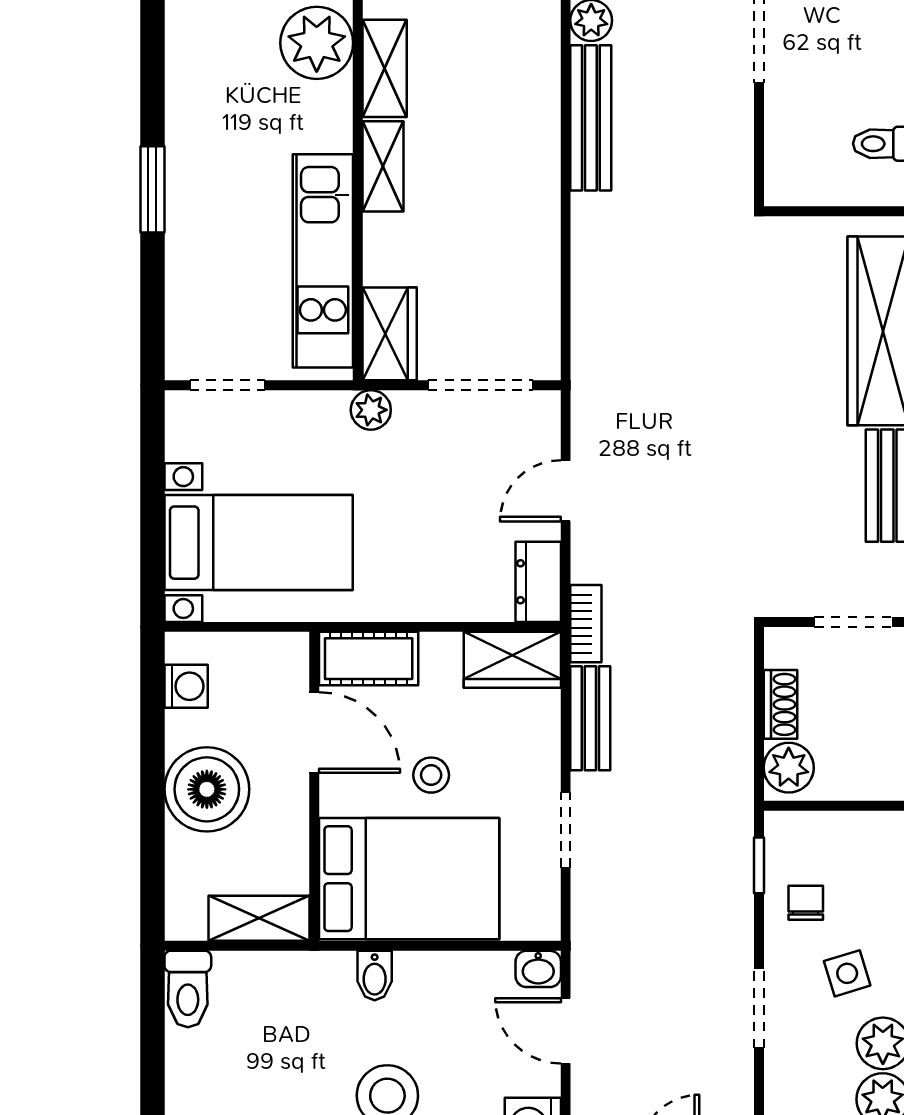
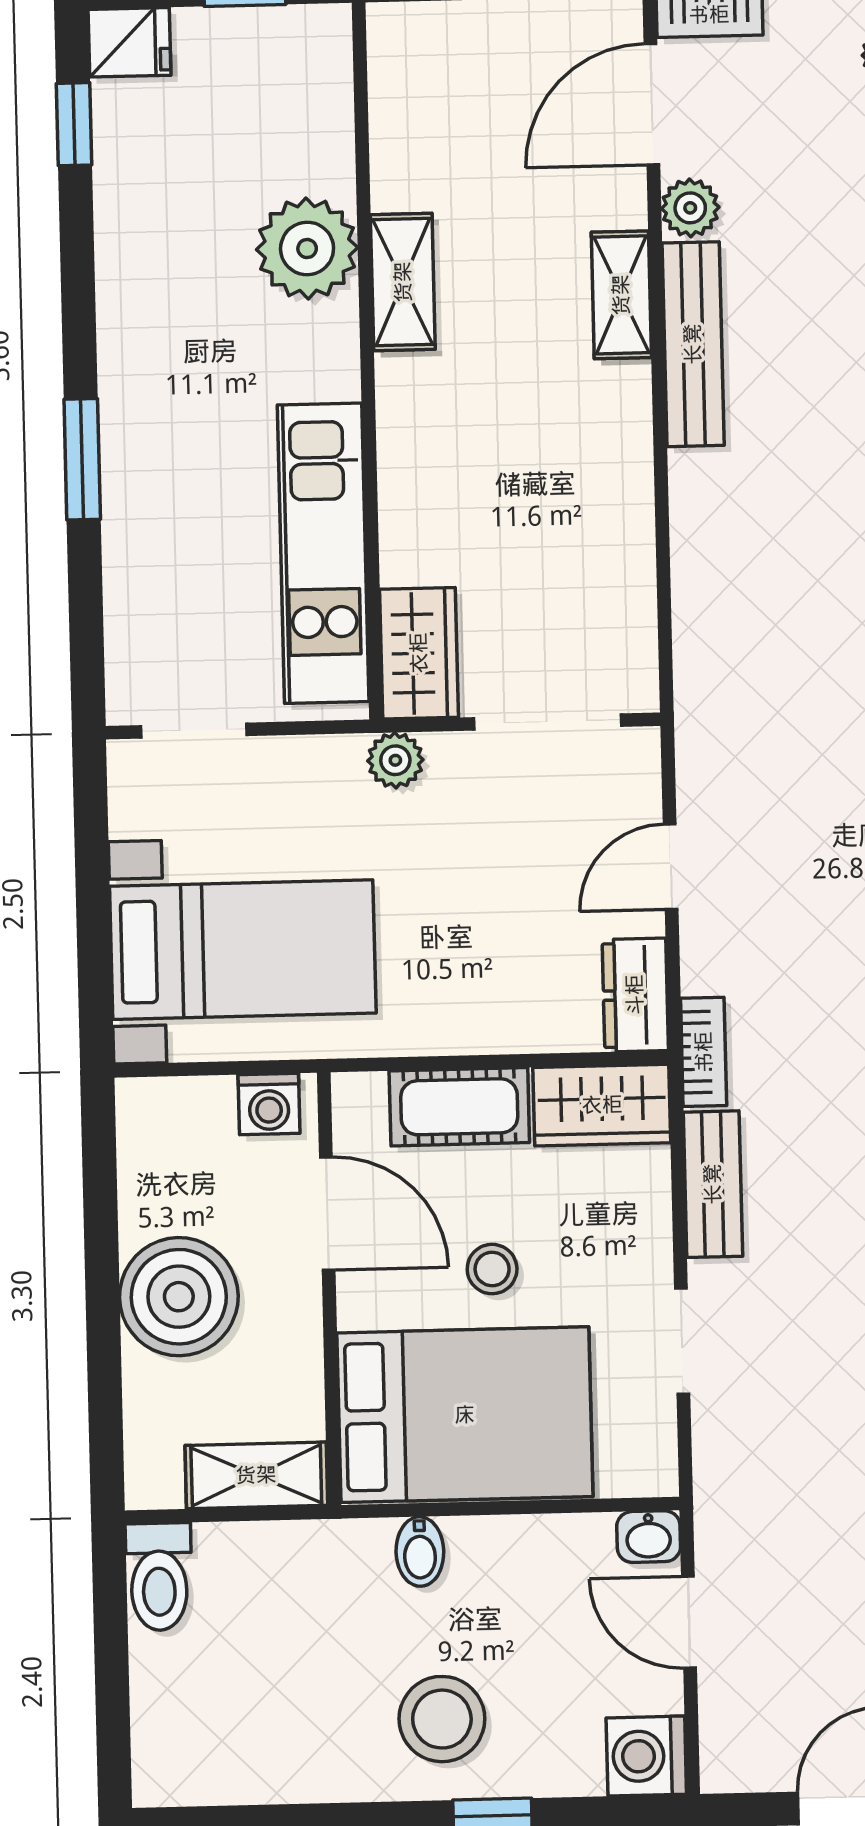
shelving: (383, 166) -> (621, 295), moved
cot: (369, 659) -> (459, 1107), moved
washing machine: (186, 686) -> (269, 1104), moved, turned 90

